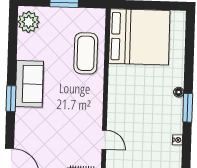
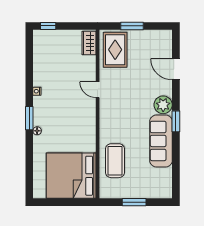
plant: (29, 22) -> (163, 105), moved
sofa: (29, 84) -> (161, 141), width x1.36

